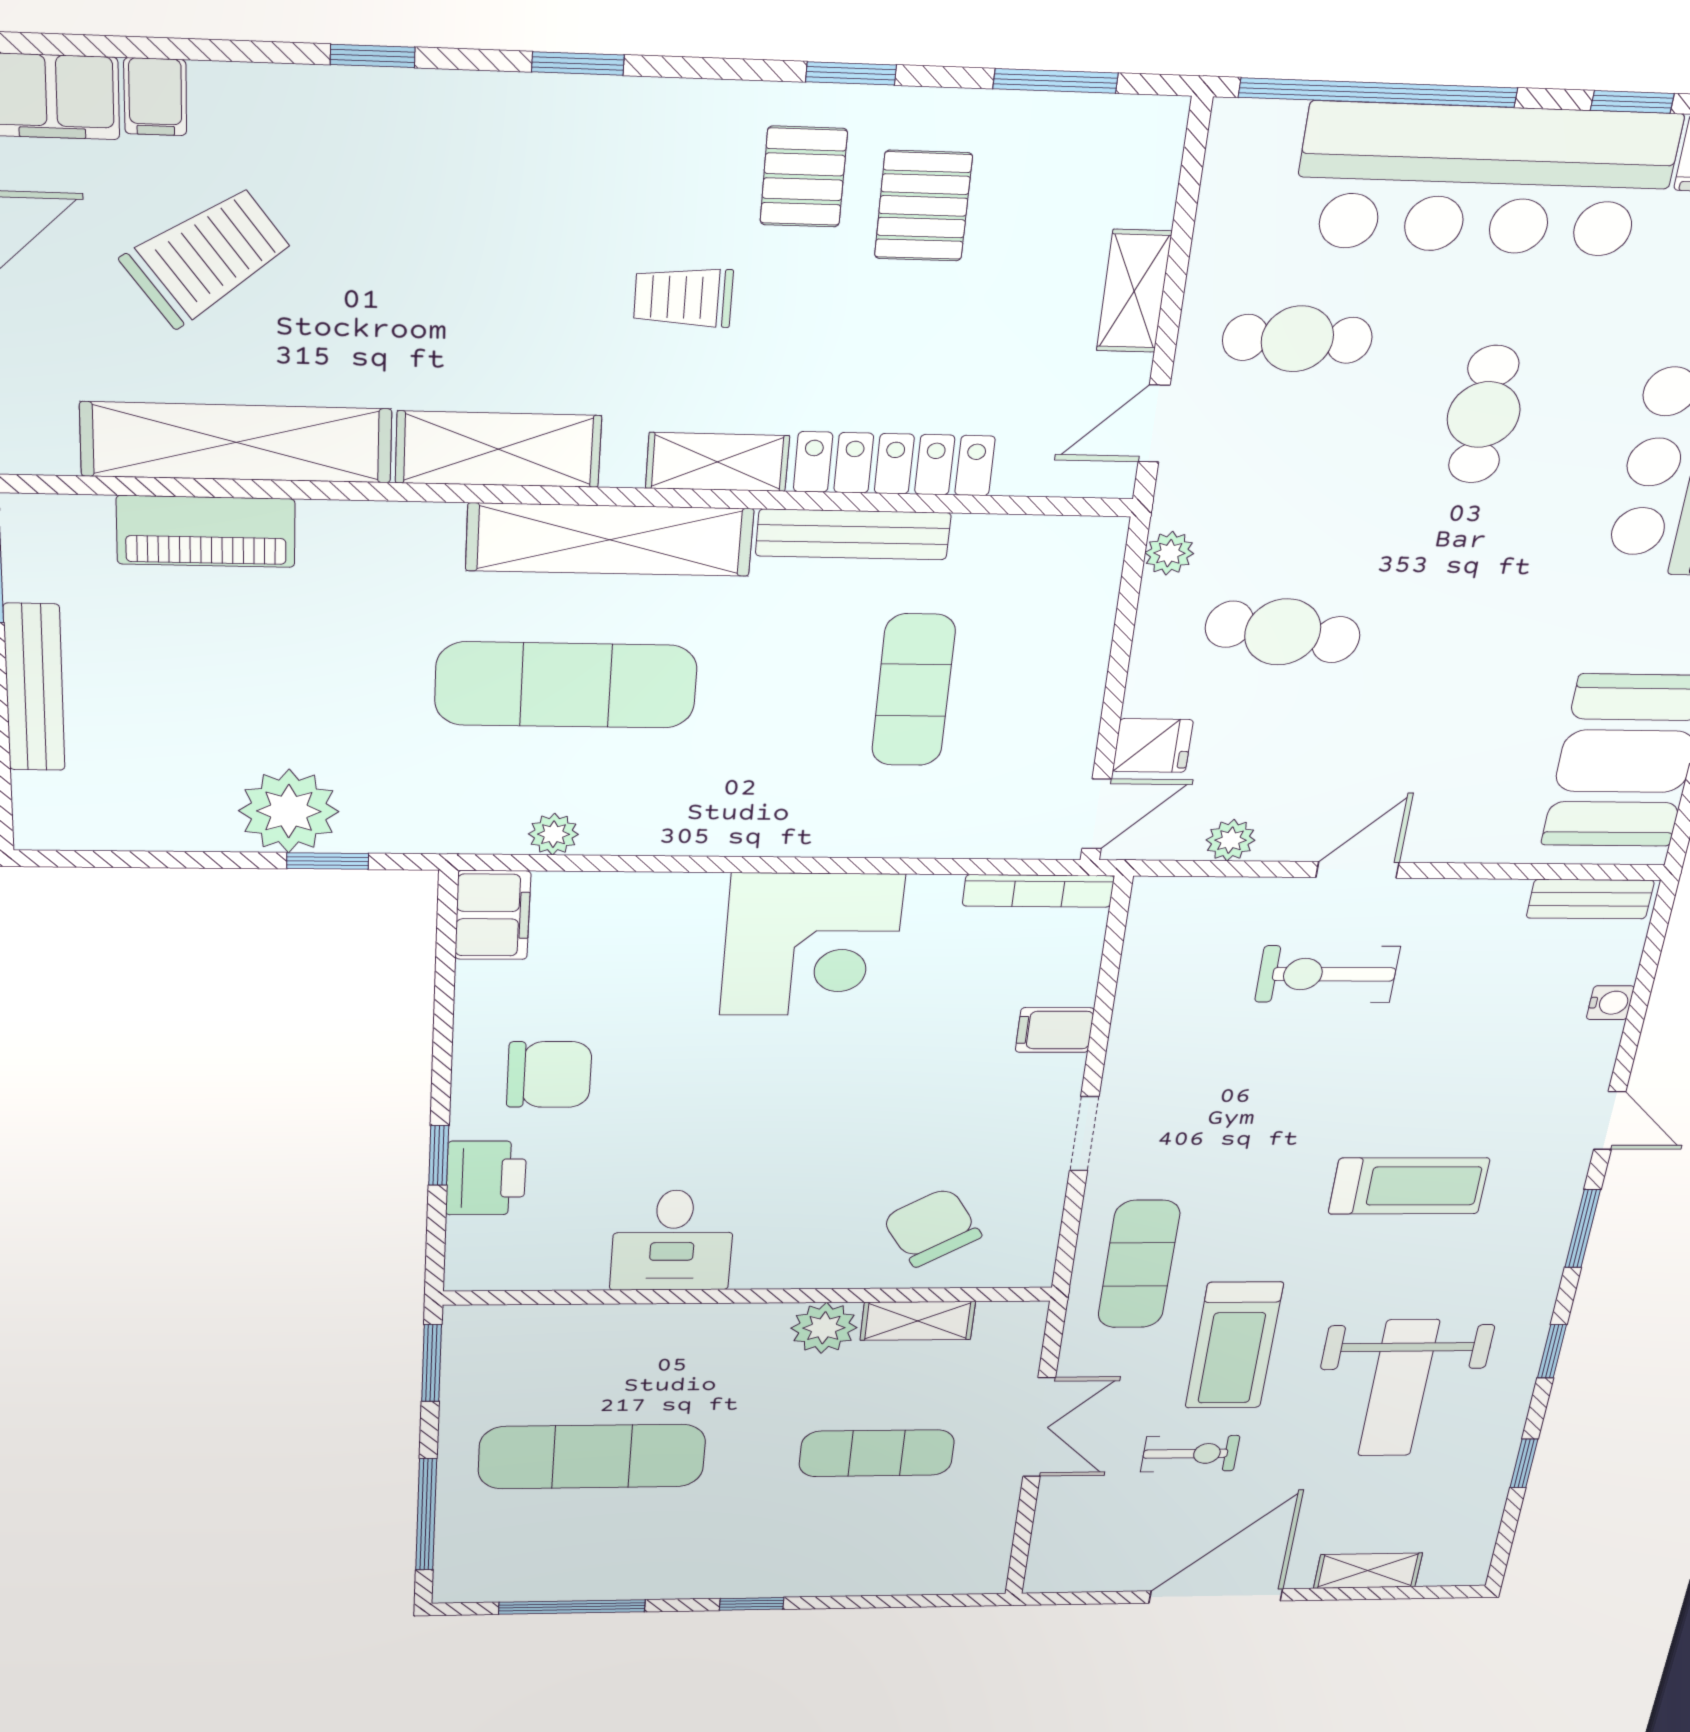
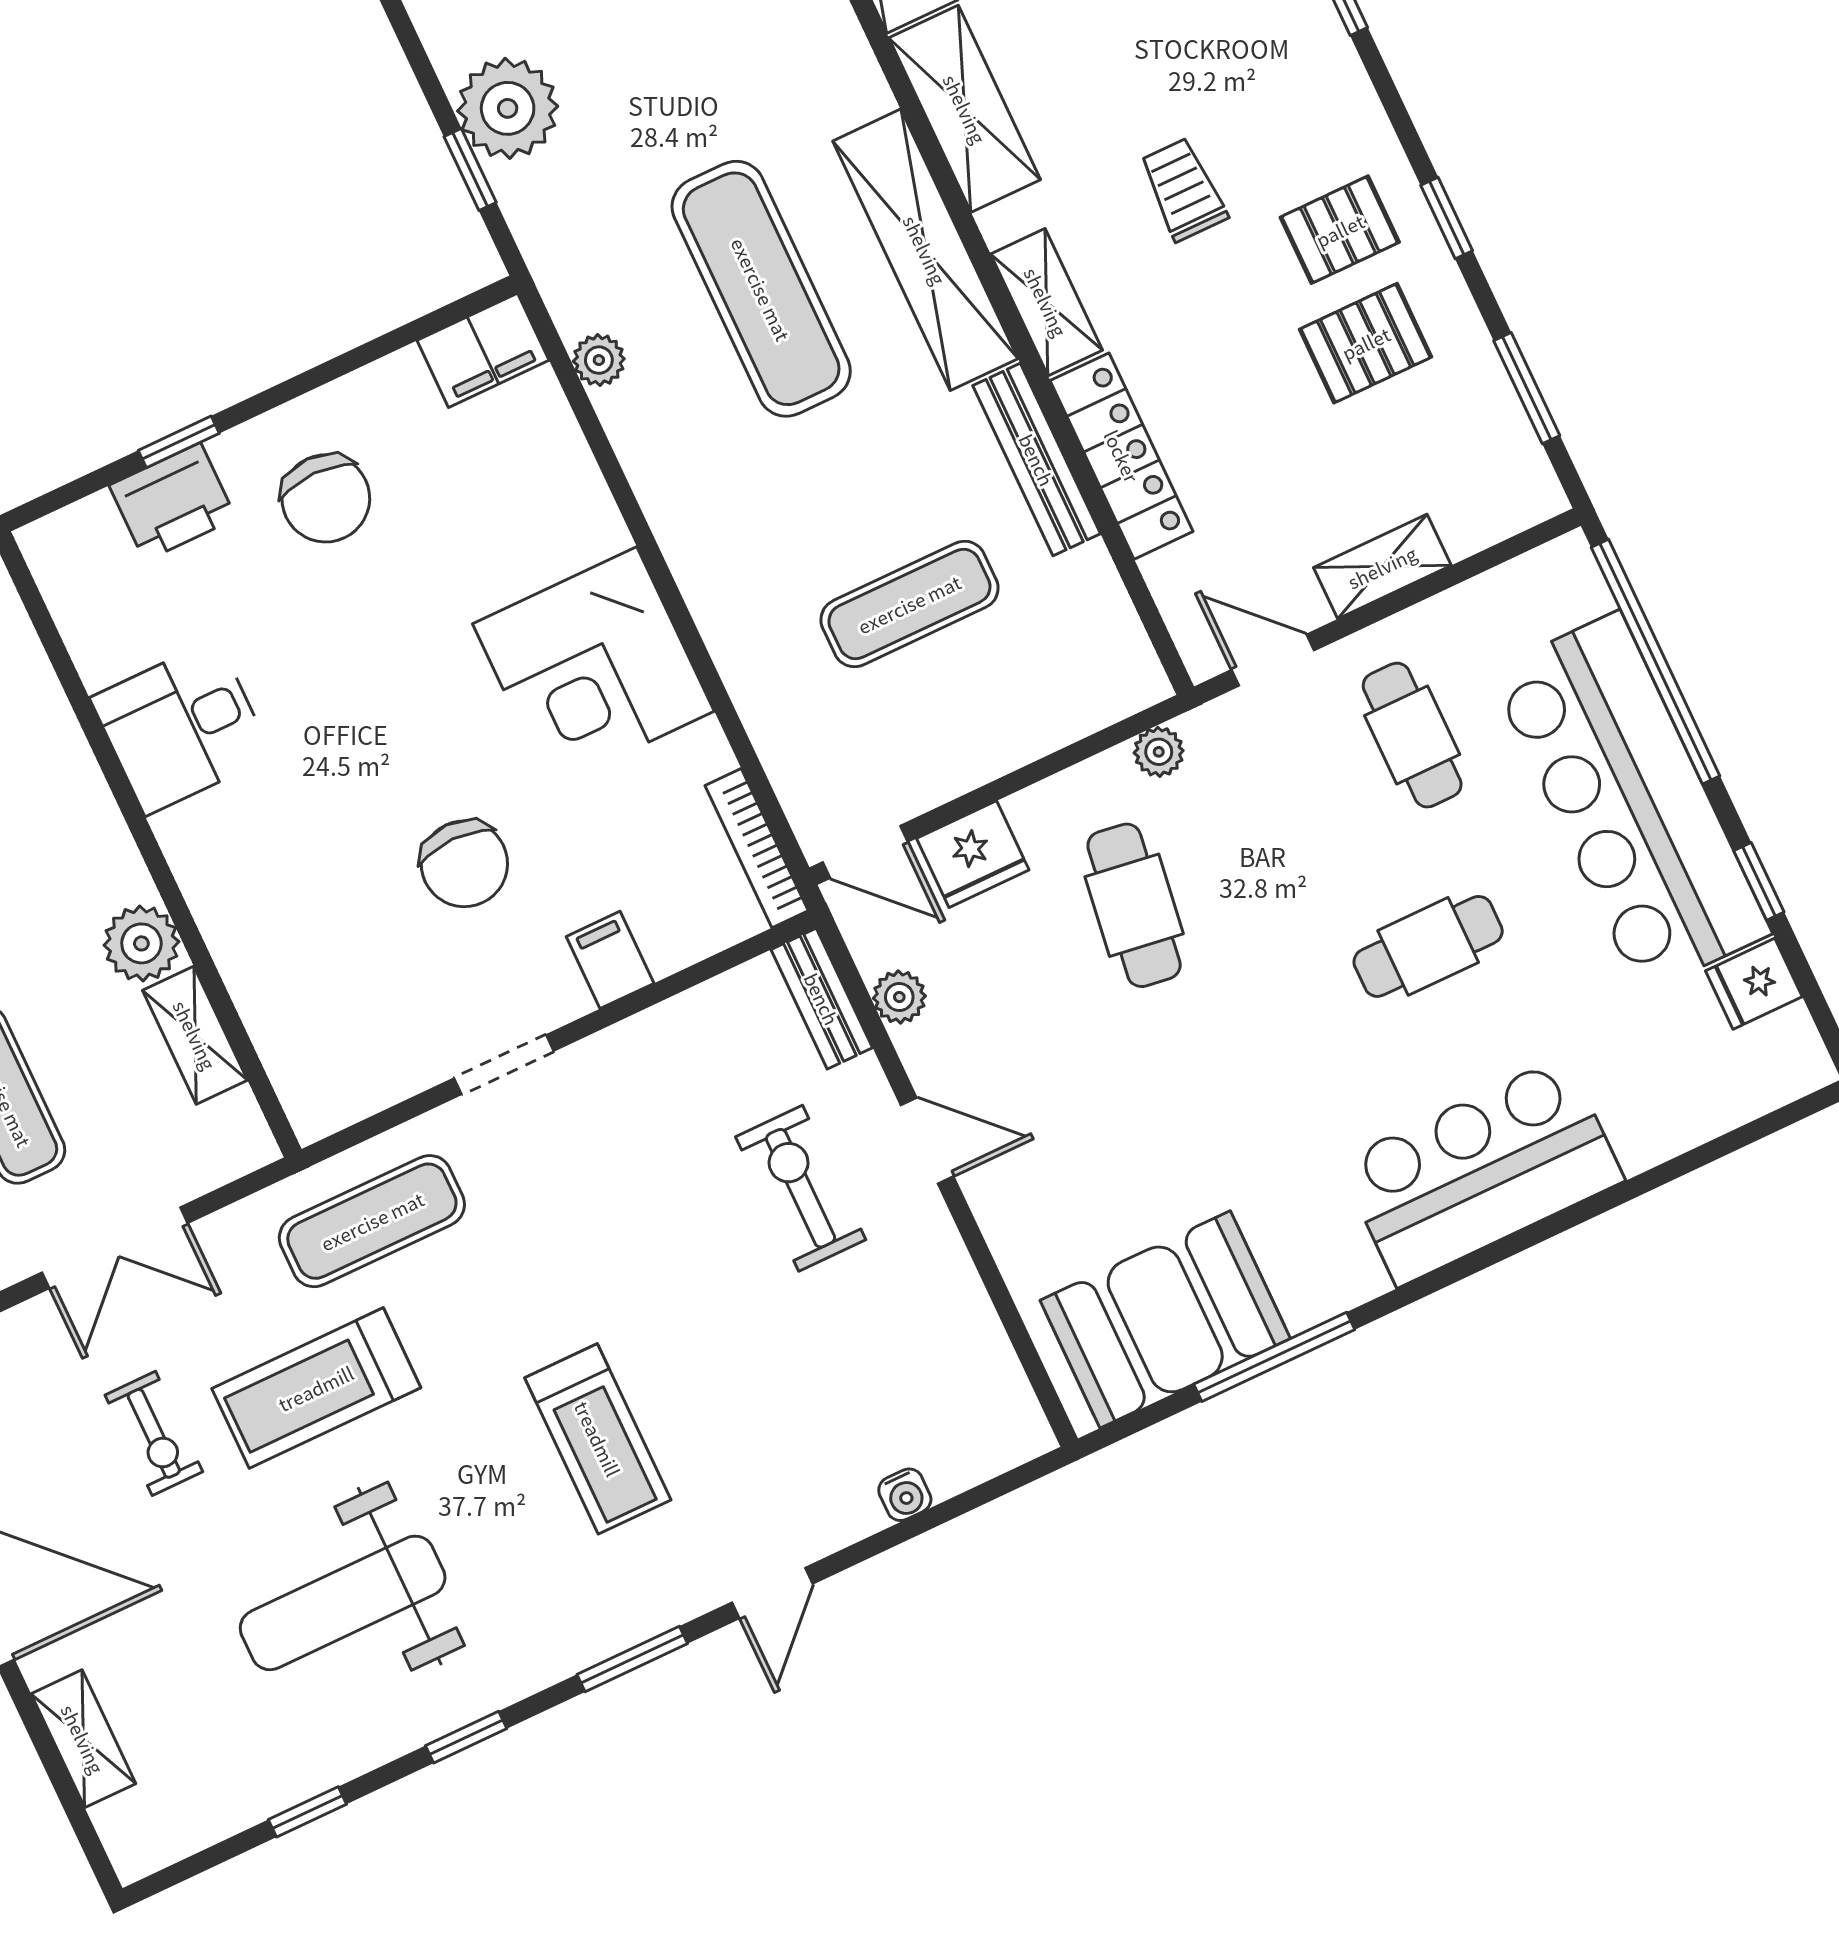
fridge: (1153, 746) -> (973, 854), width x1.38
bench: (1590, 899) -> (822, 999), moved
chair: (932, 1227) -> (464, 864), moved, turned 122

